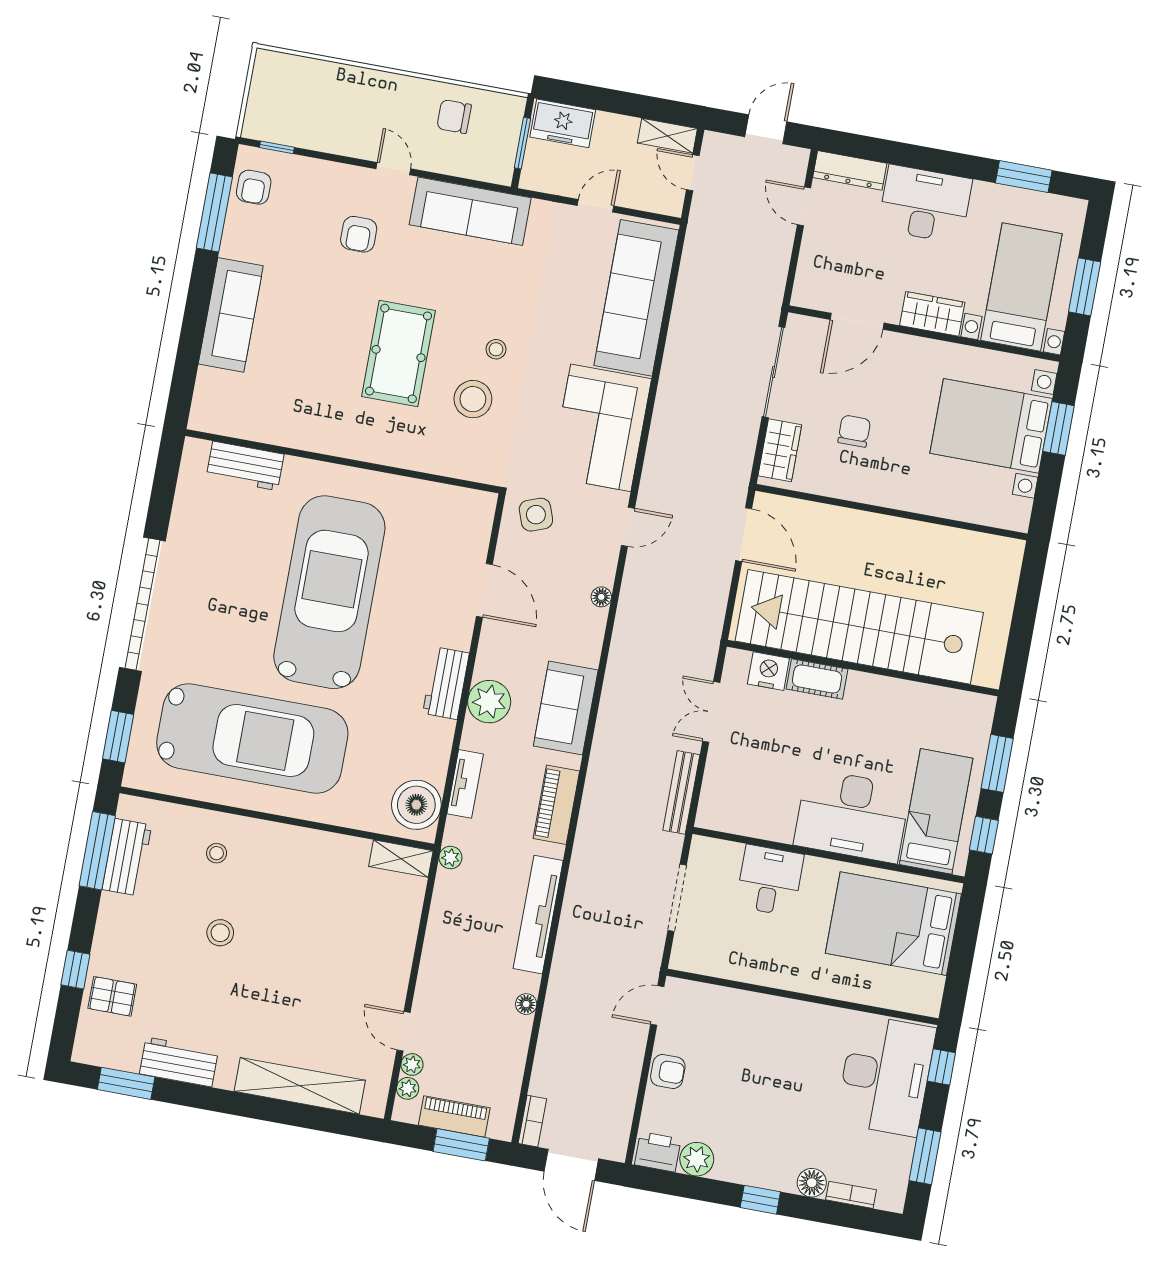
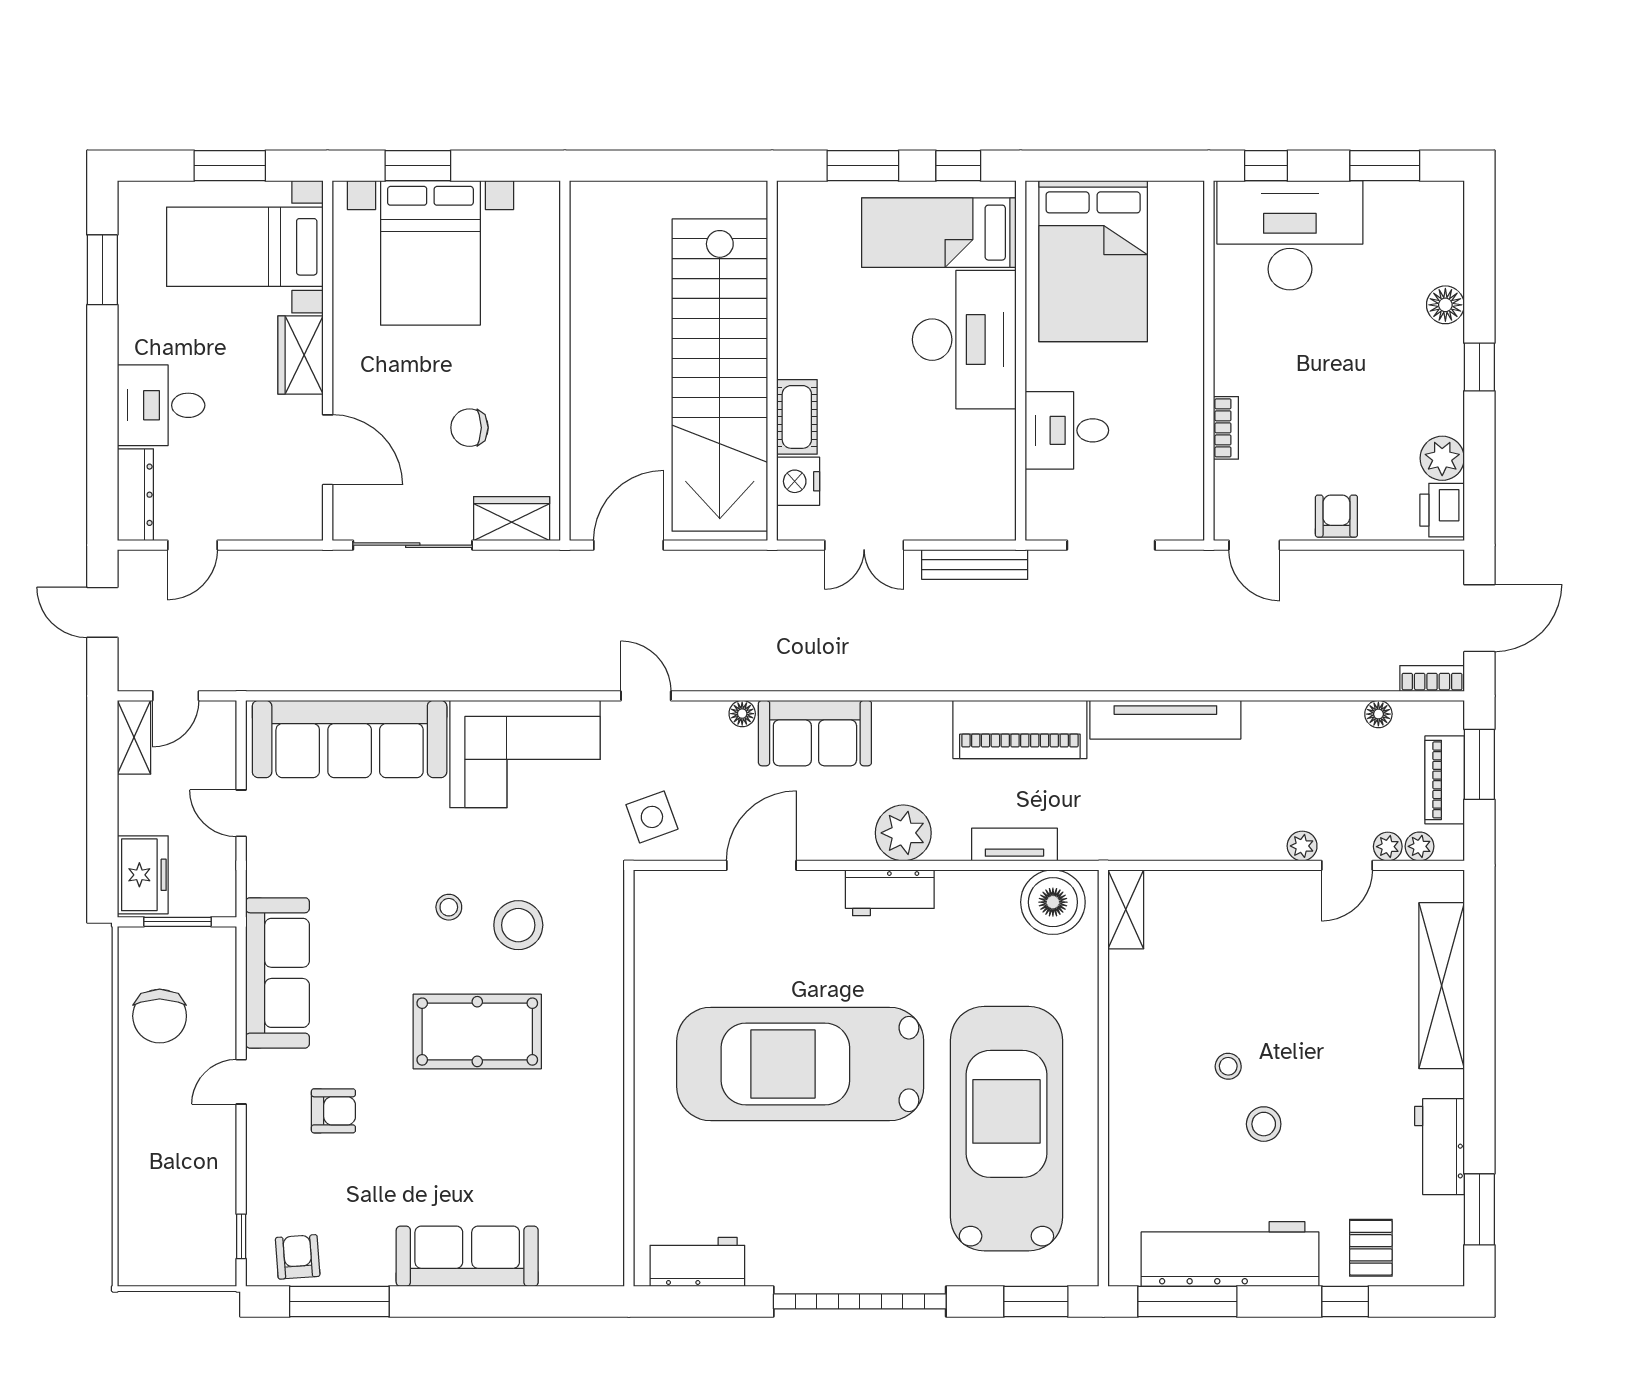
chair: (454, 116) -> (160, 1016), width x1.37, depth x1.37
armchair: (254, 187) -> (298, 1257), turned -94
desk: (925, 204) -> (161, 405), width x0.73
workbench: (245, 466) -> (697, 1262), moved, turned -90
sofa: (566, 708) -> (815, 733), moved
piano: (556, 805) -> (1020, 729), width x1.37, depth x1.33
stool: (217, 853) -> (1228, 1066), moved
workbench: (127, 857) -> (1230, 1254), width x1.88, depth x1.32
plant: (450, 858) -> (1302, 846), moved
floor lamp: (526, 1004) -> (1378, 714), moved
bookcase: (851, 1195) -> (1226, 428), moved, turned 180

